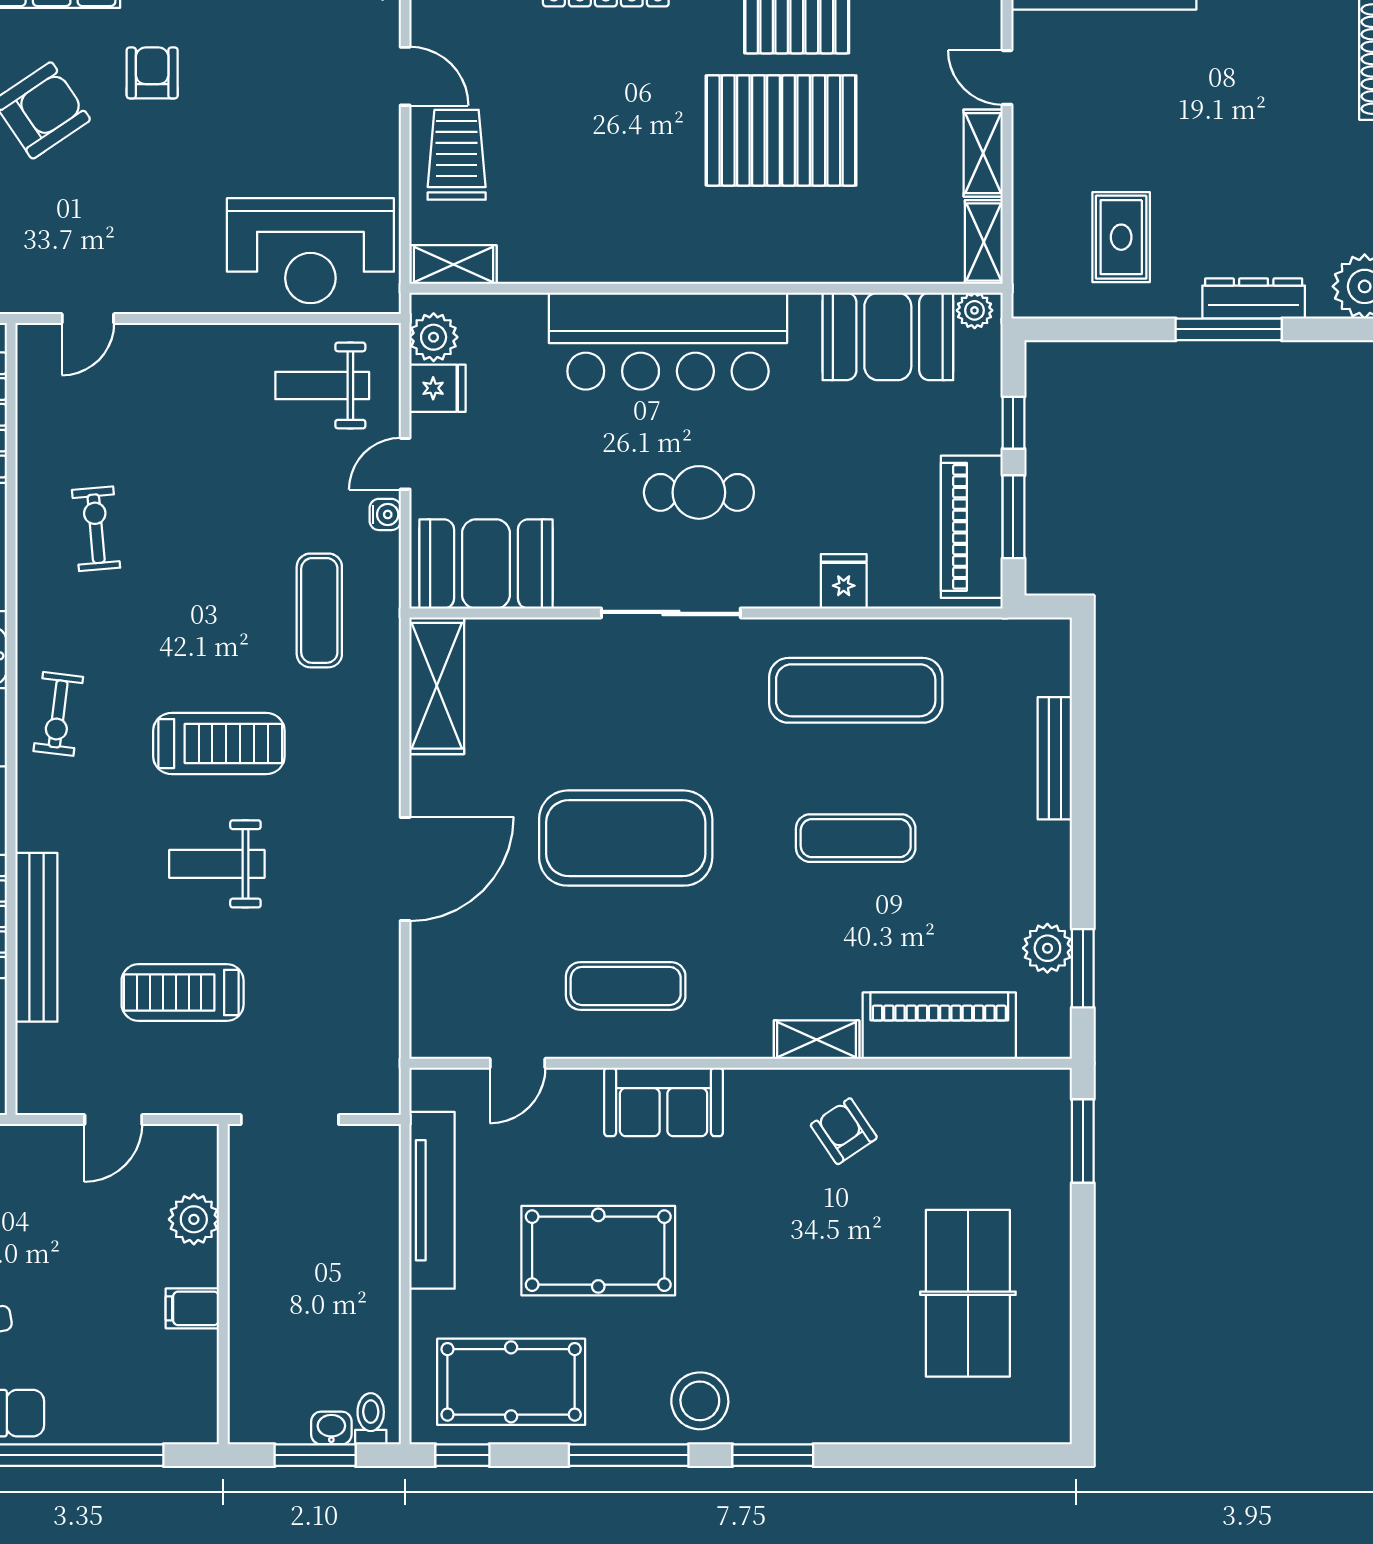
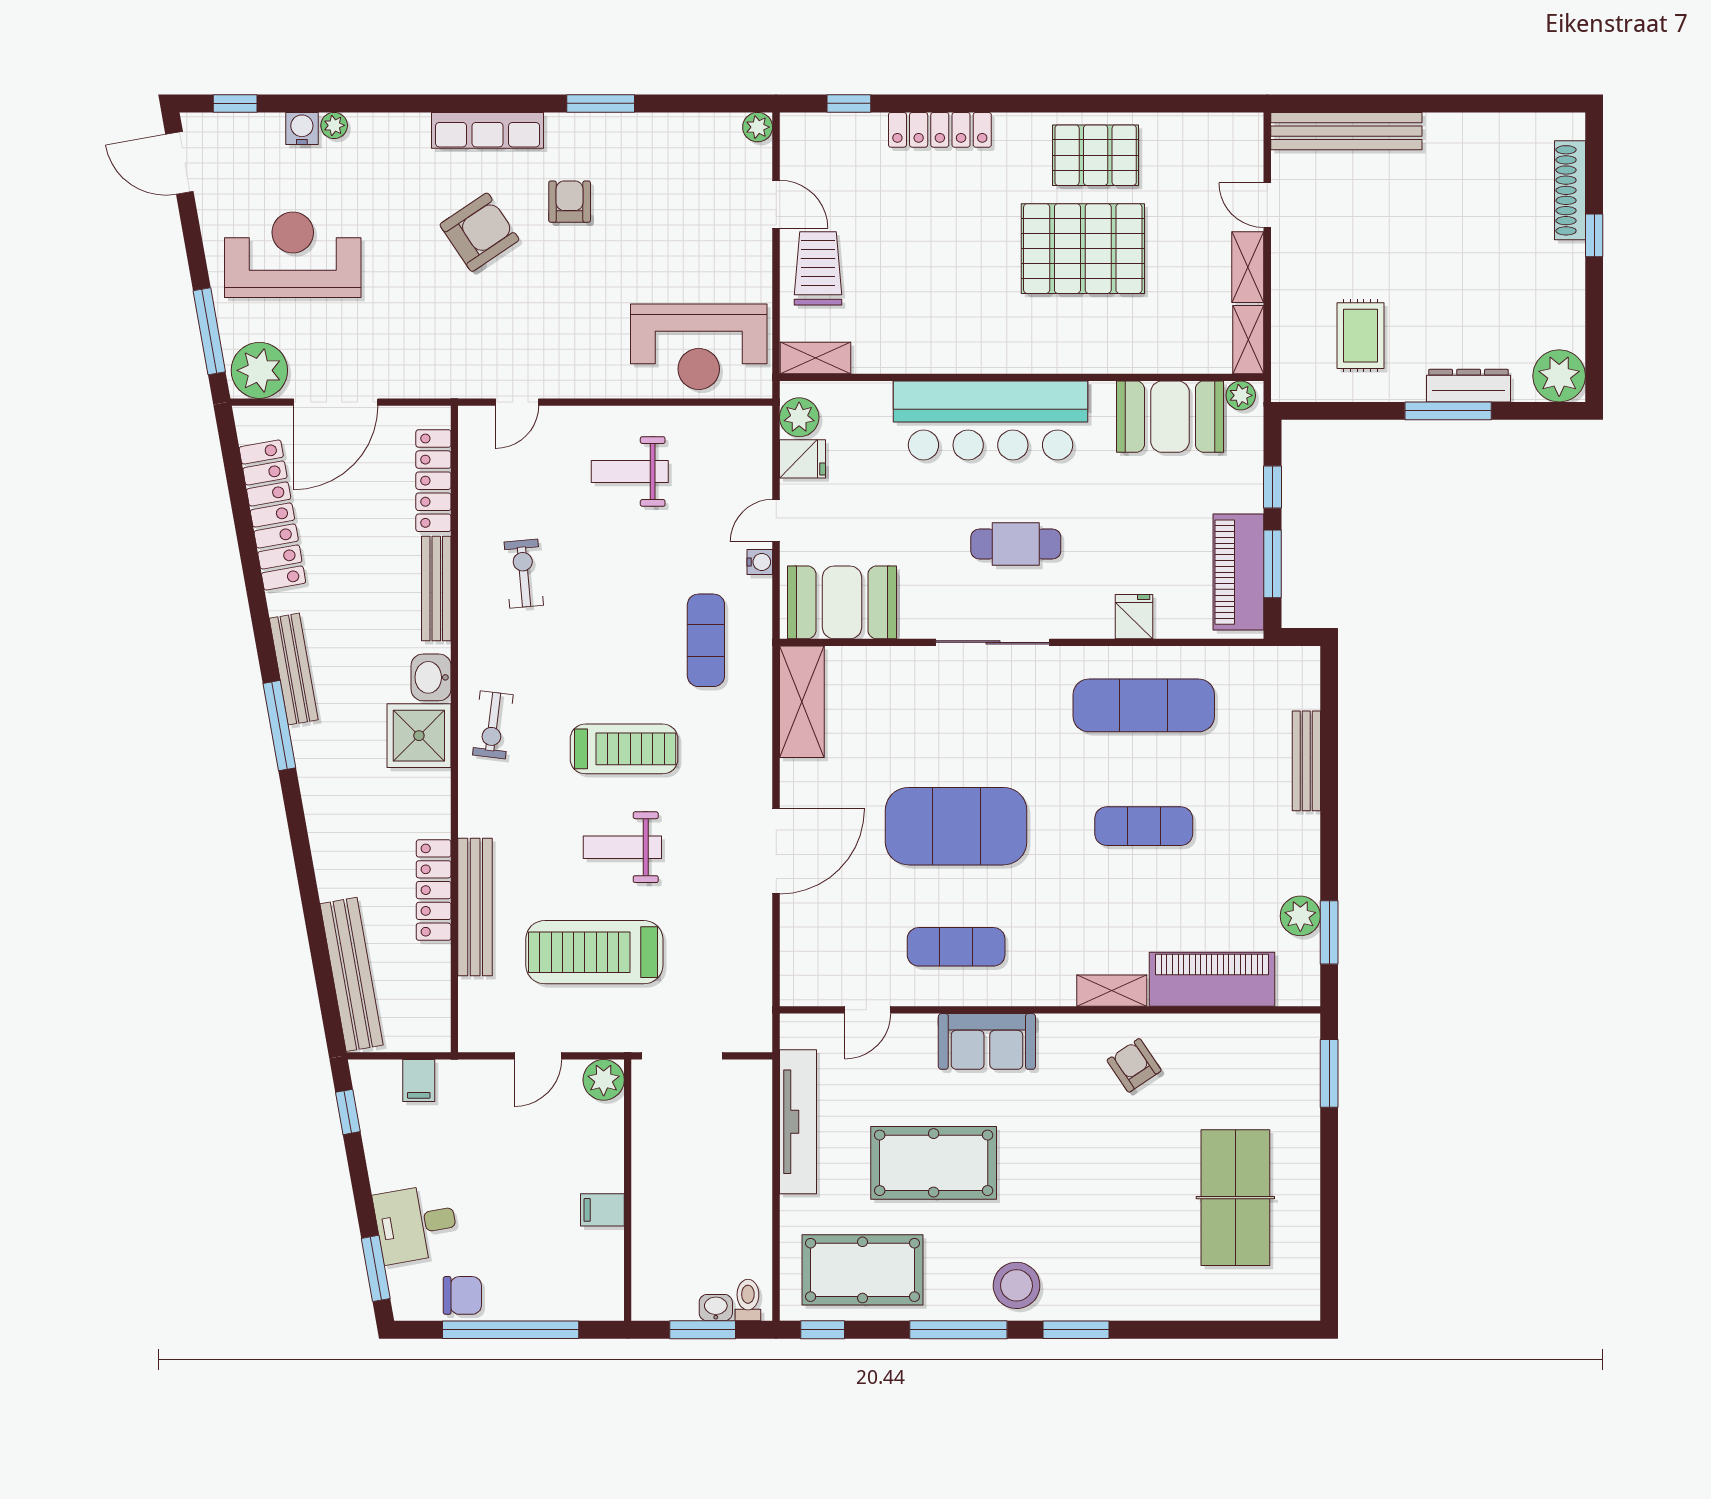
weight bench: (322, 386) -> (630, 472), moved
treadmill: (183, 993) -> (594, 952), width x1.37, depth x1.38
plant: (194, 1219) -> (604, 1080), moved

